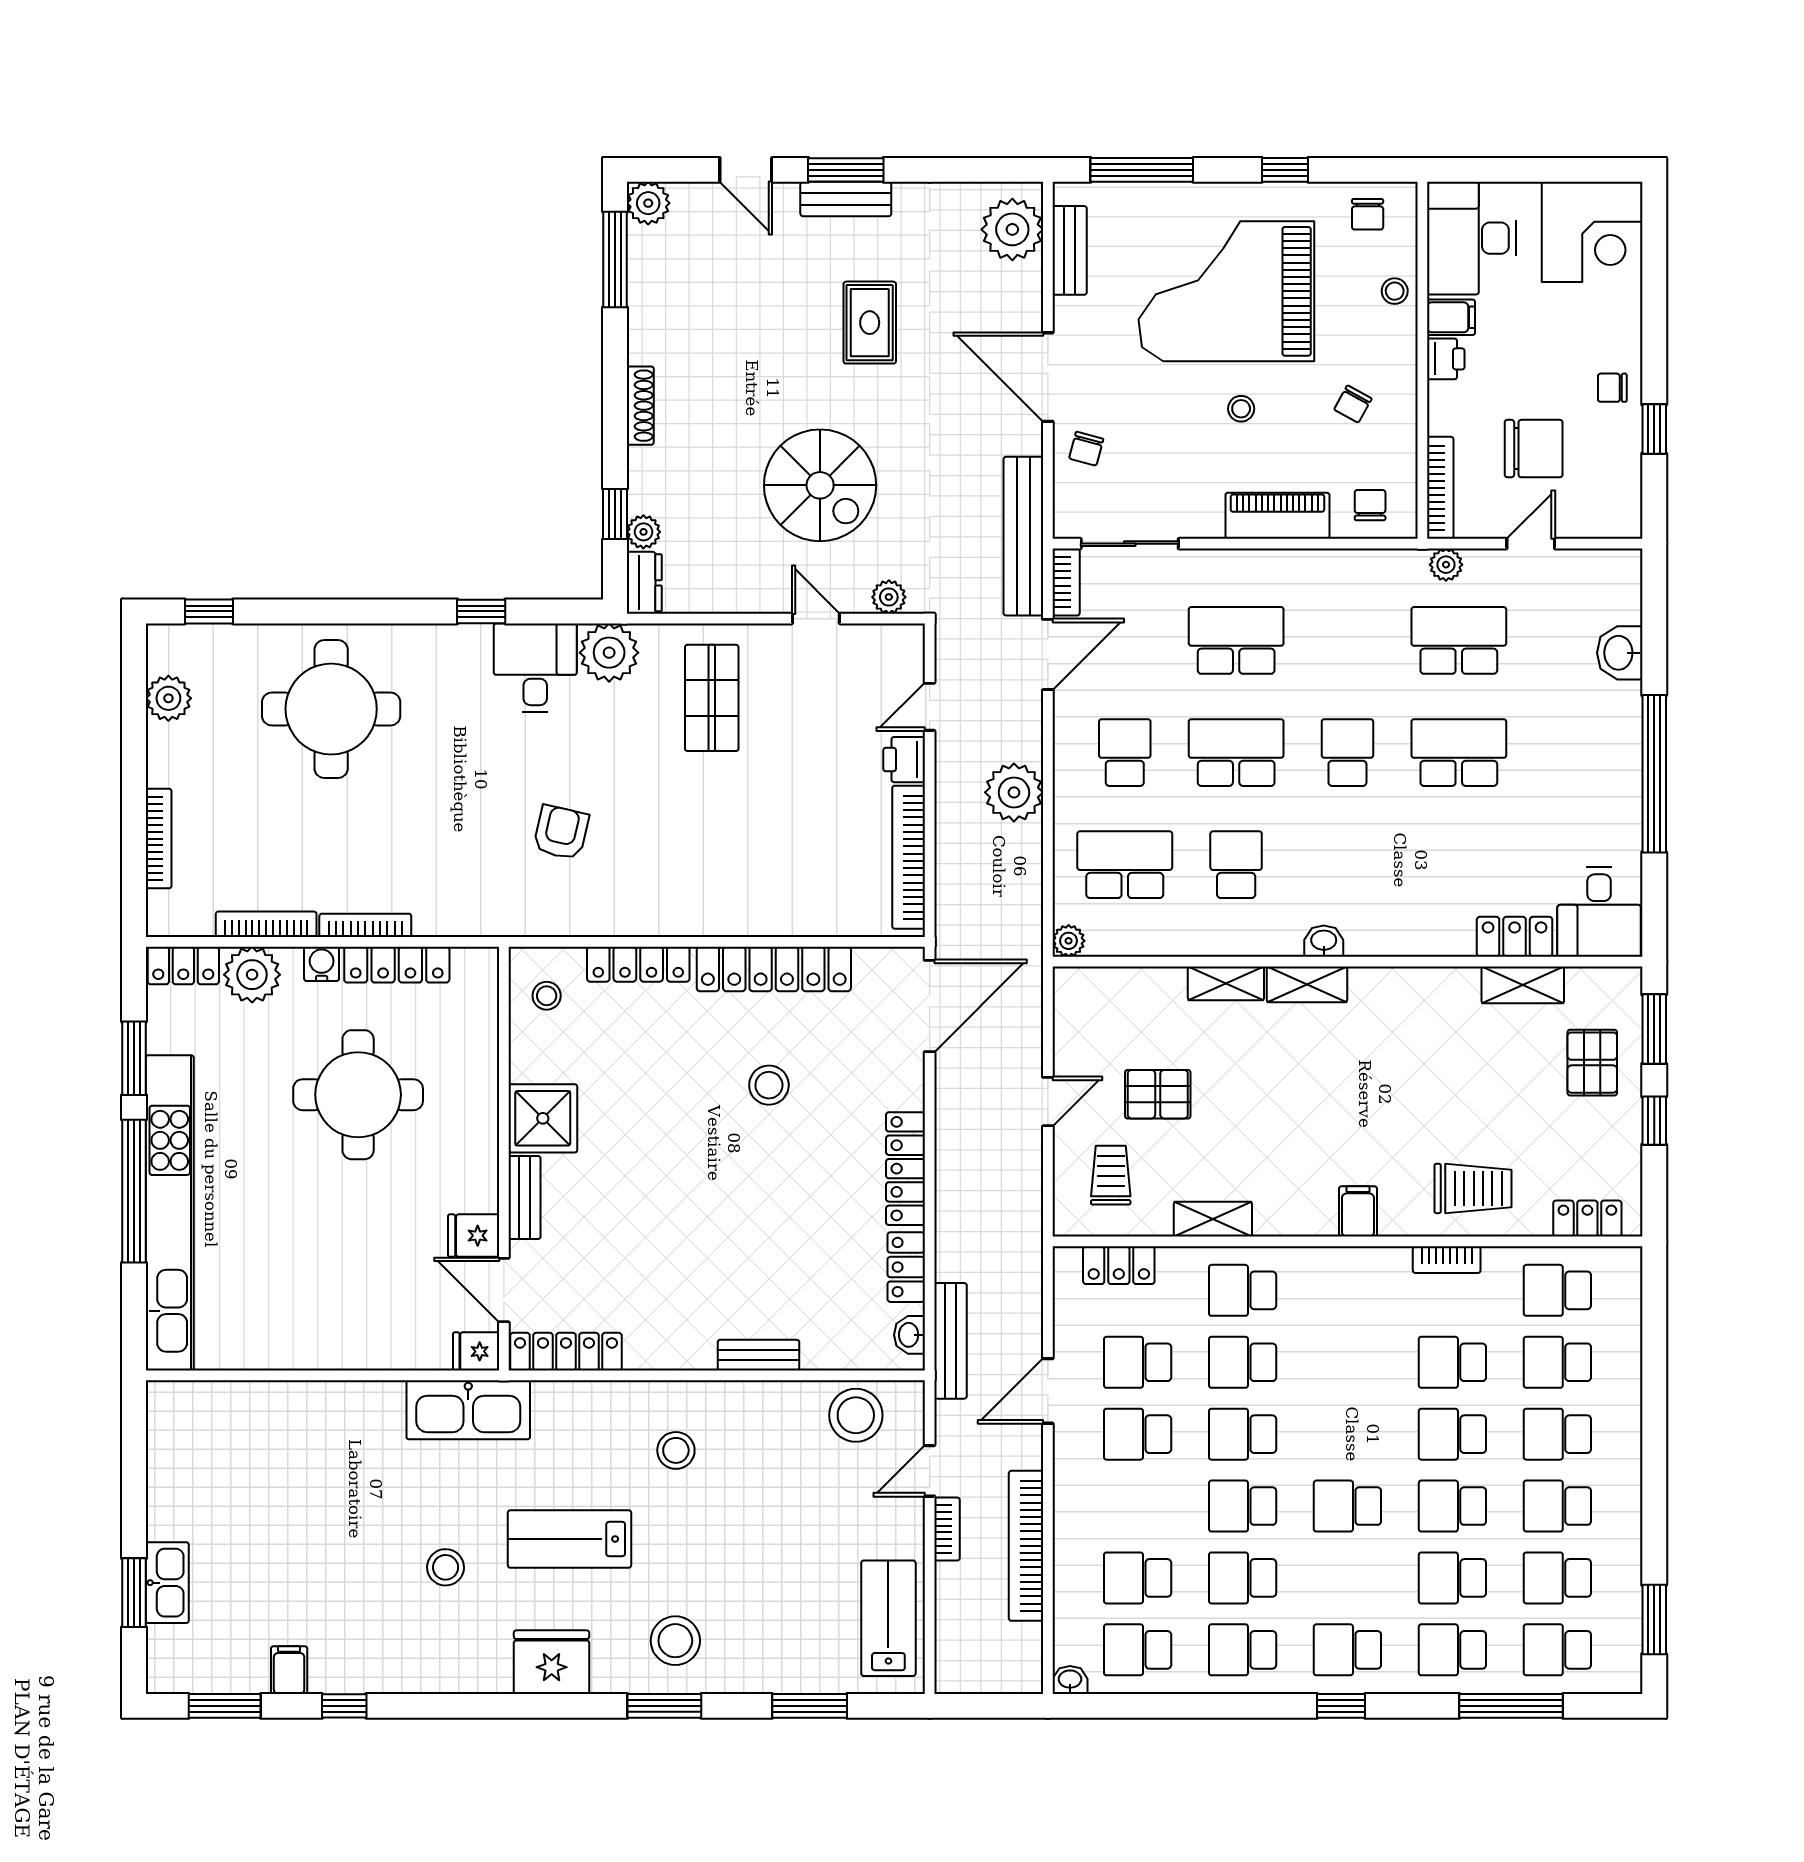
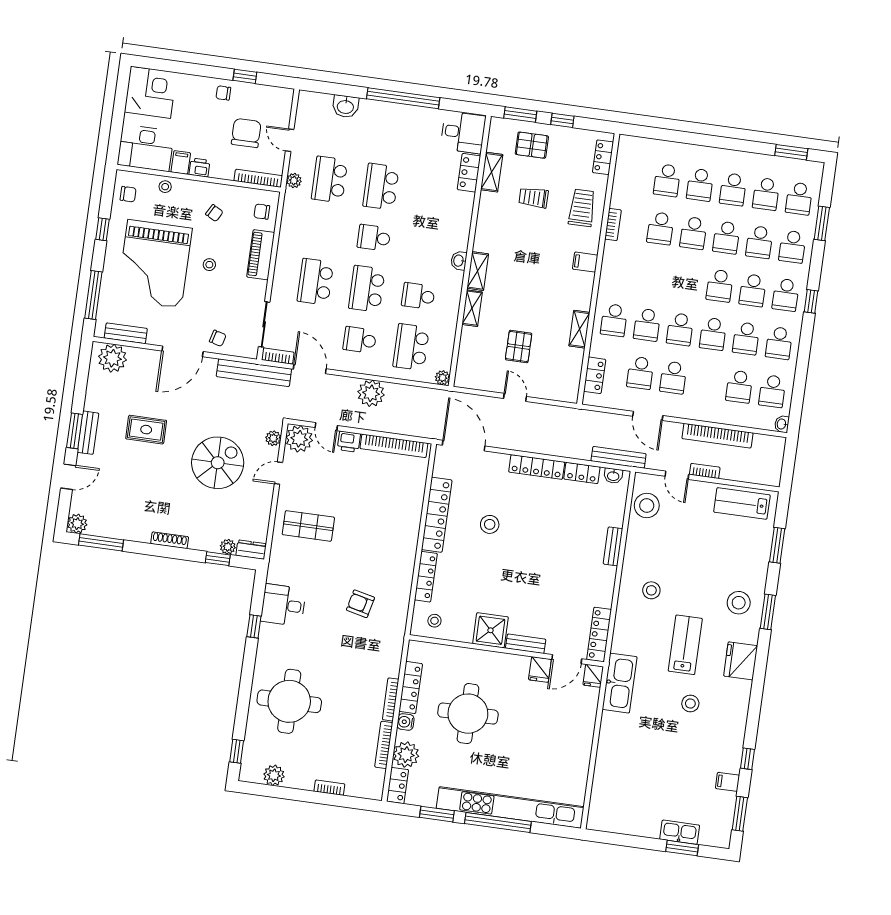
chair: (1612, 388) -> (223, 93), turned 90
plant: (609, 653) -> (299, 439), moved
bookcase: (159, 839) -> (329, 788), width x0.64
trolley: (1111, 1175) -> (534, 198), moved
school desk: (1557, 1290) -> (753, 290), moved
lab bench: (570, 1539) -> (685, 645), turned 180
window: (1511, 1706) -> (822, 223), width x0.69

